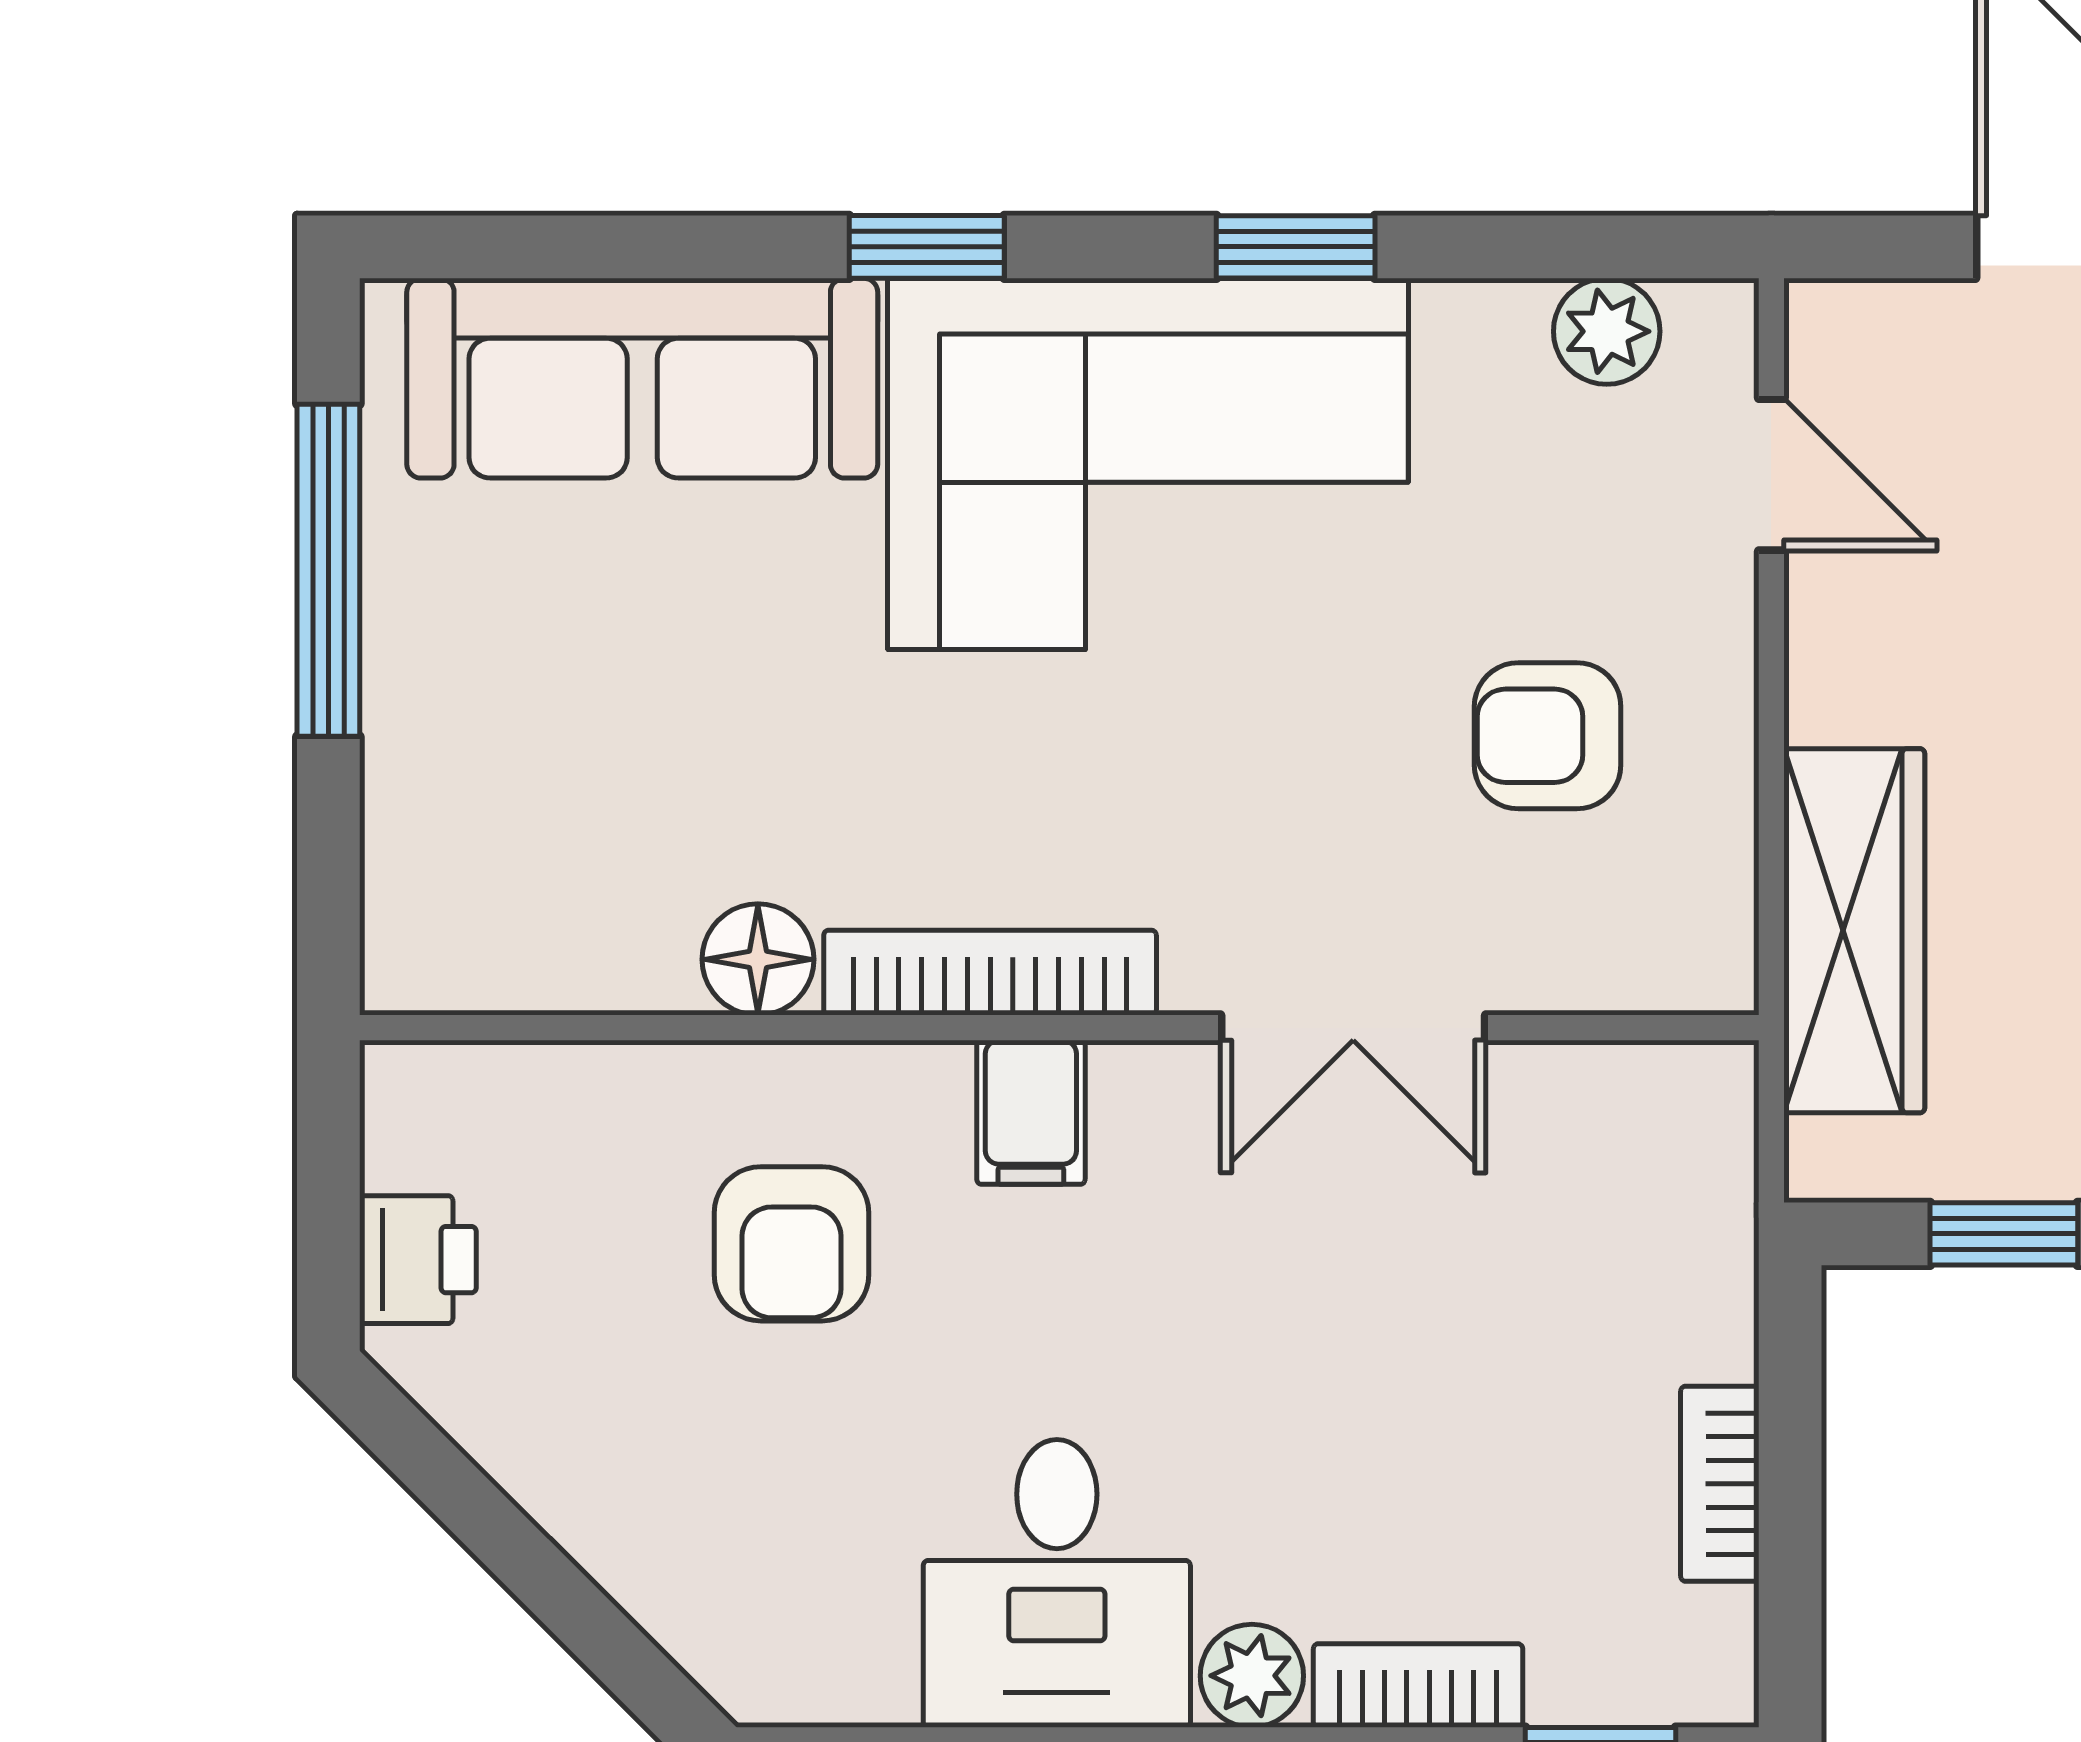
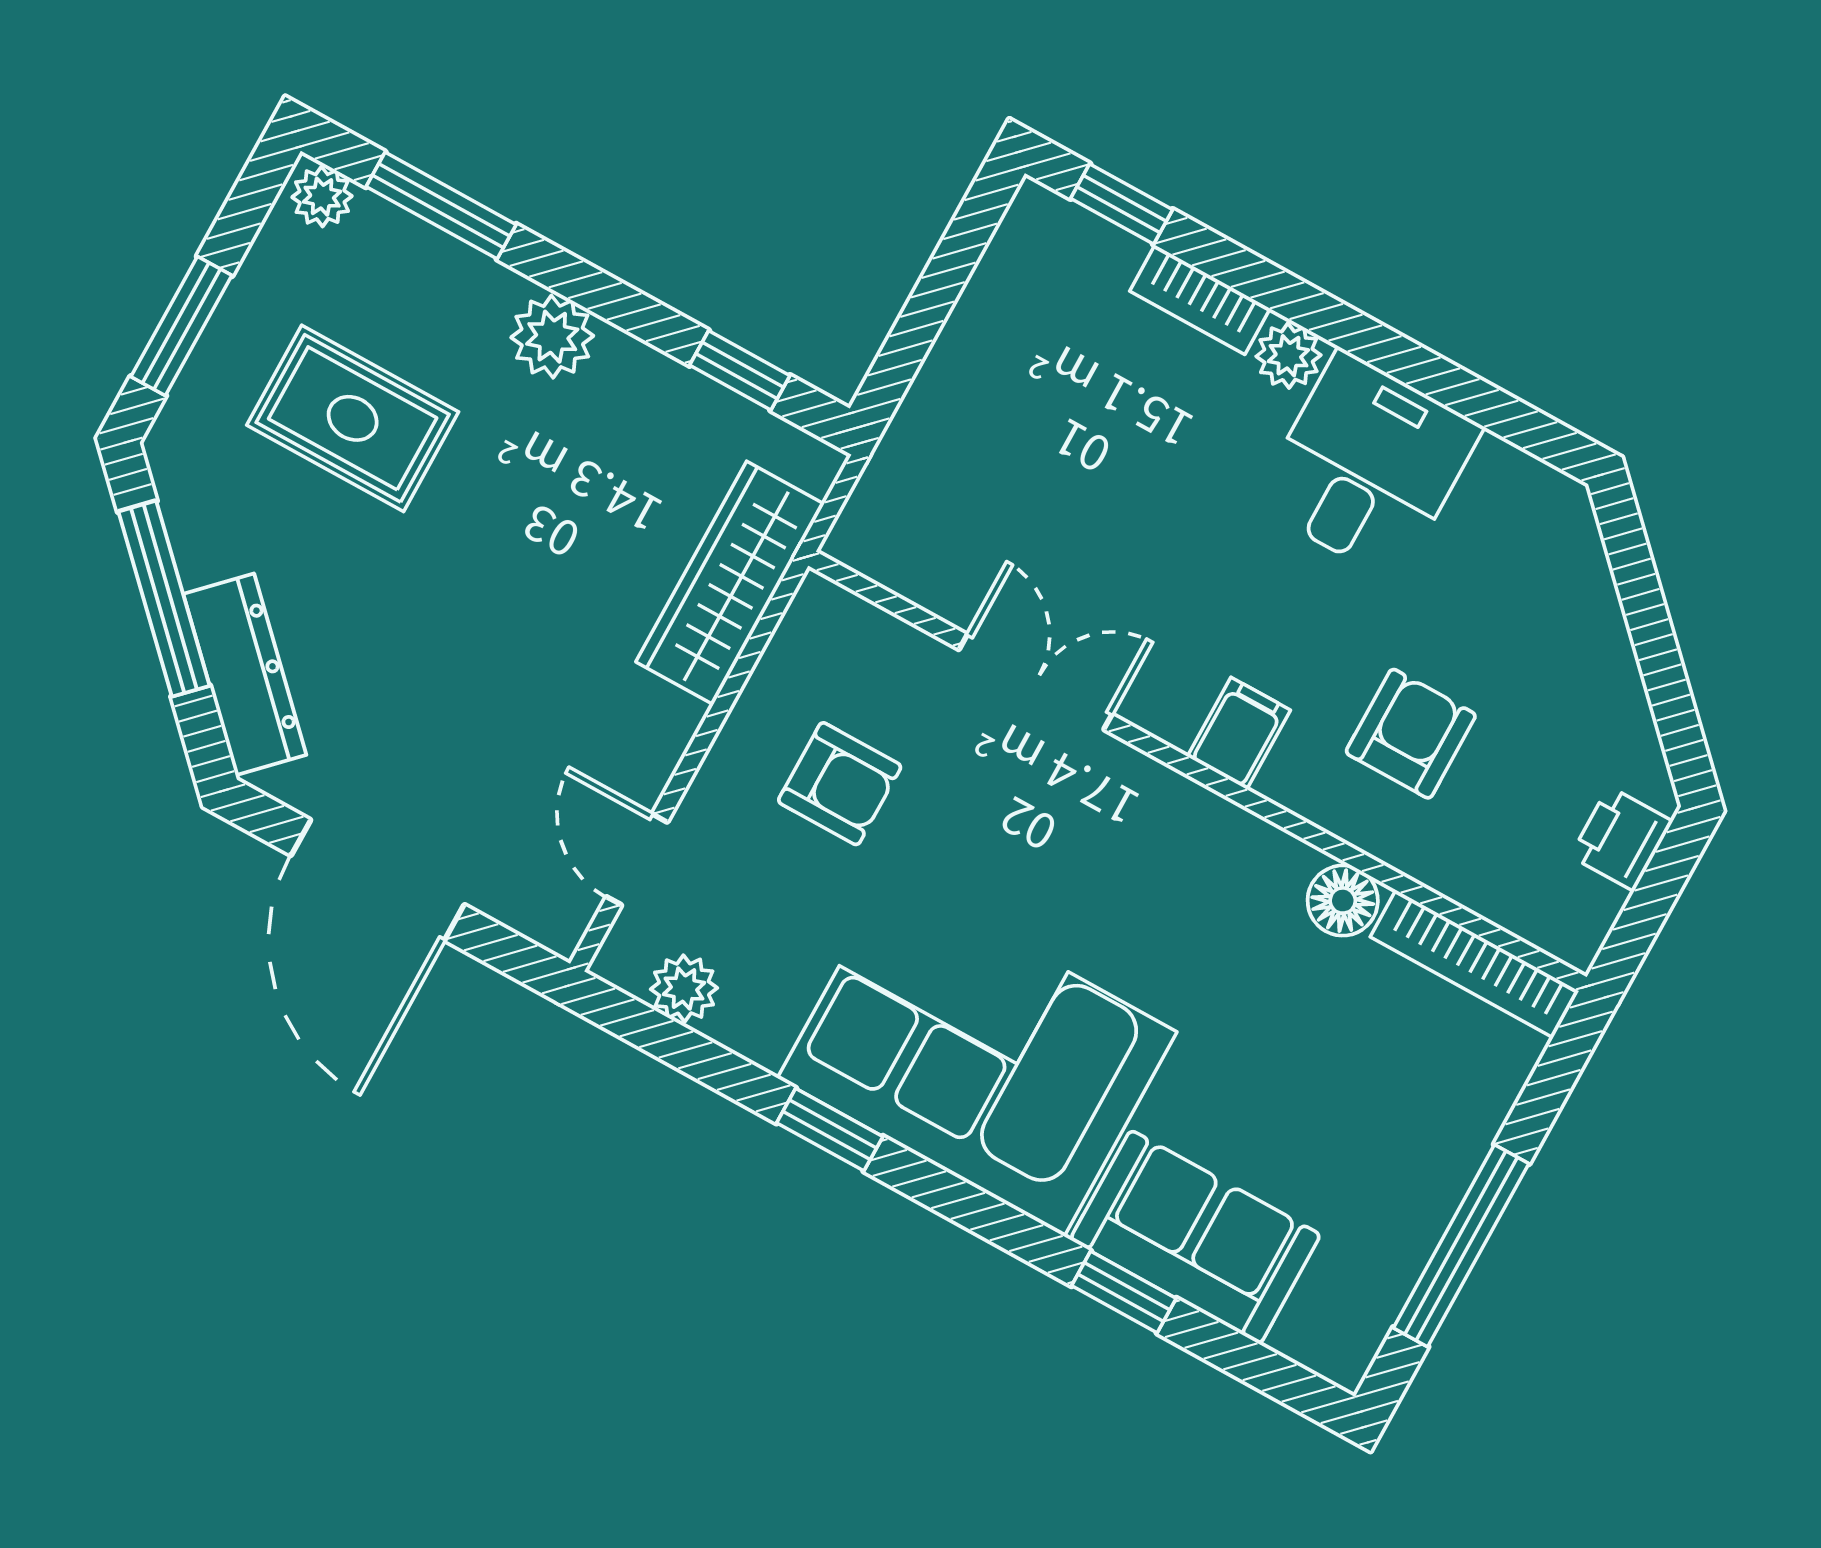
window: (927, 247) -> (1124, 1292), moved
sofa: (642, 378) -> (1195, 1237), width x0.73
bookcase: (990, 973) -> (1475, 964), moved
bookcase: (1720, 1484) -> (972, 319), removed

